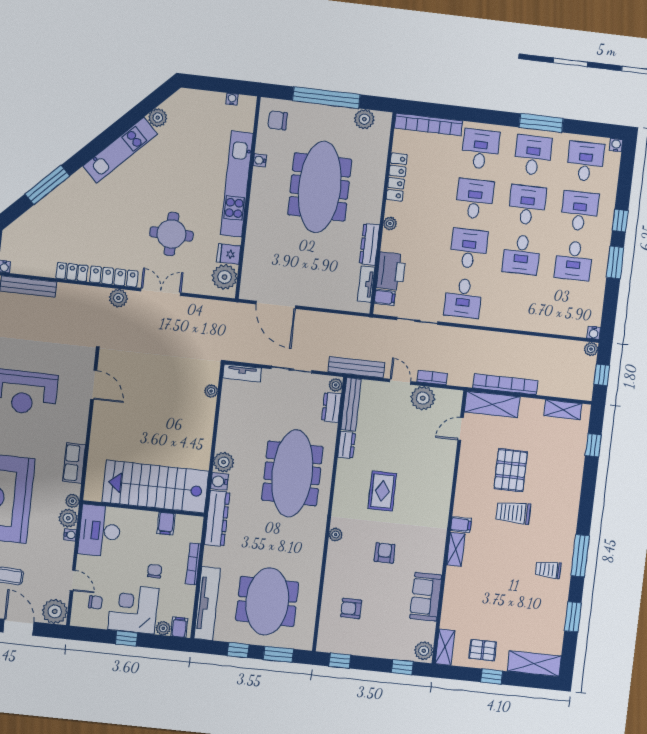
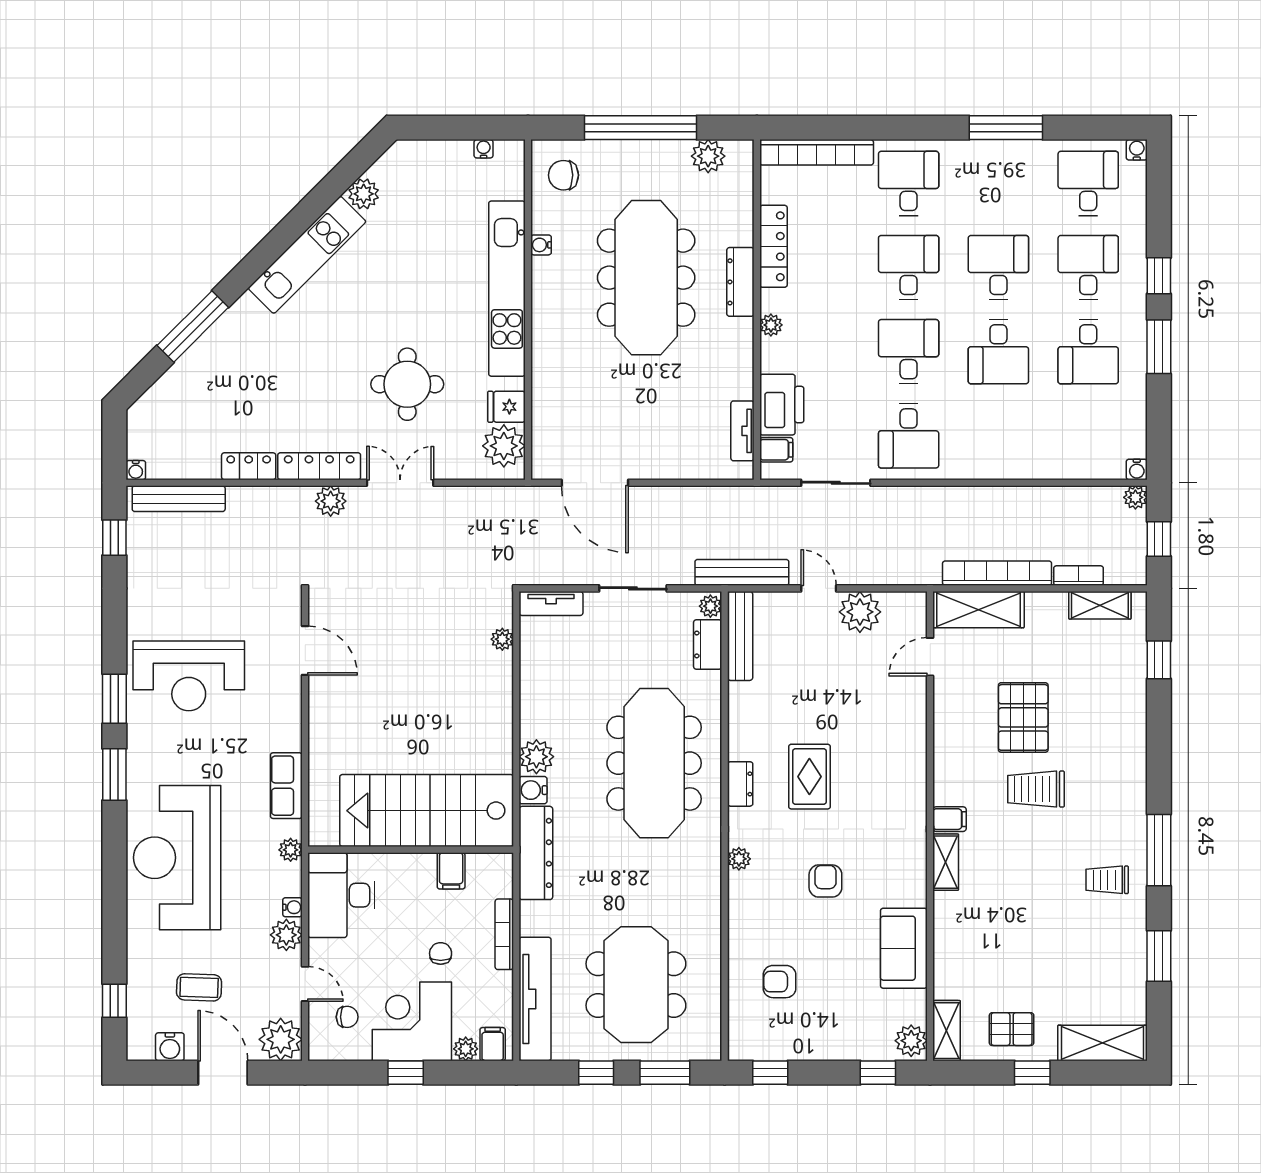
desk: (533, 155) -> (998, 183), removed
dresser: (369, 244) -> (740, 282), moved
bookcase: (432, 378) -> (1079, 576), moved
dresser: (346, 445) -> (740, 784), moved
plant: (68, 518) -> (286, 935), moved

